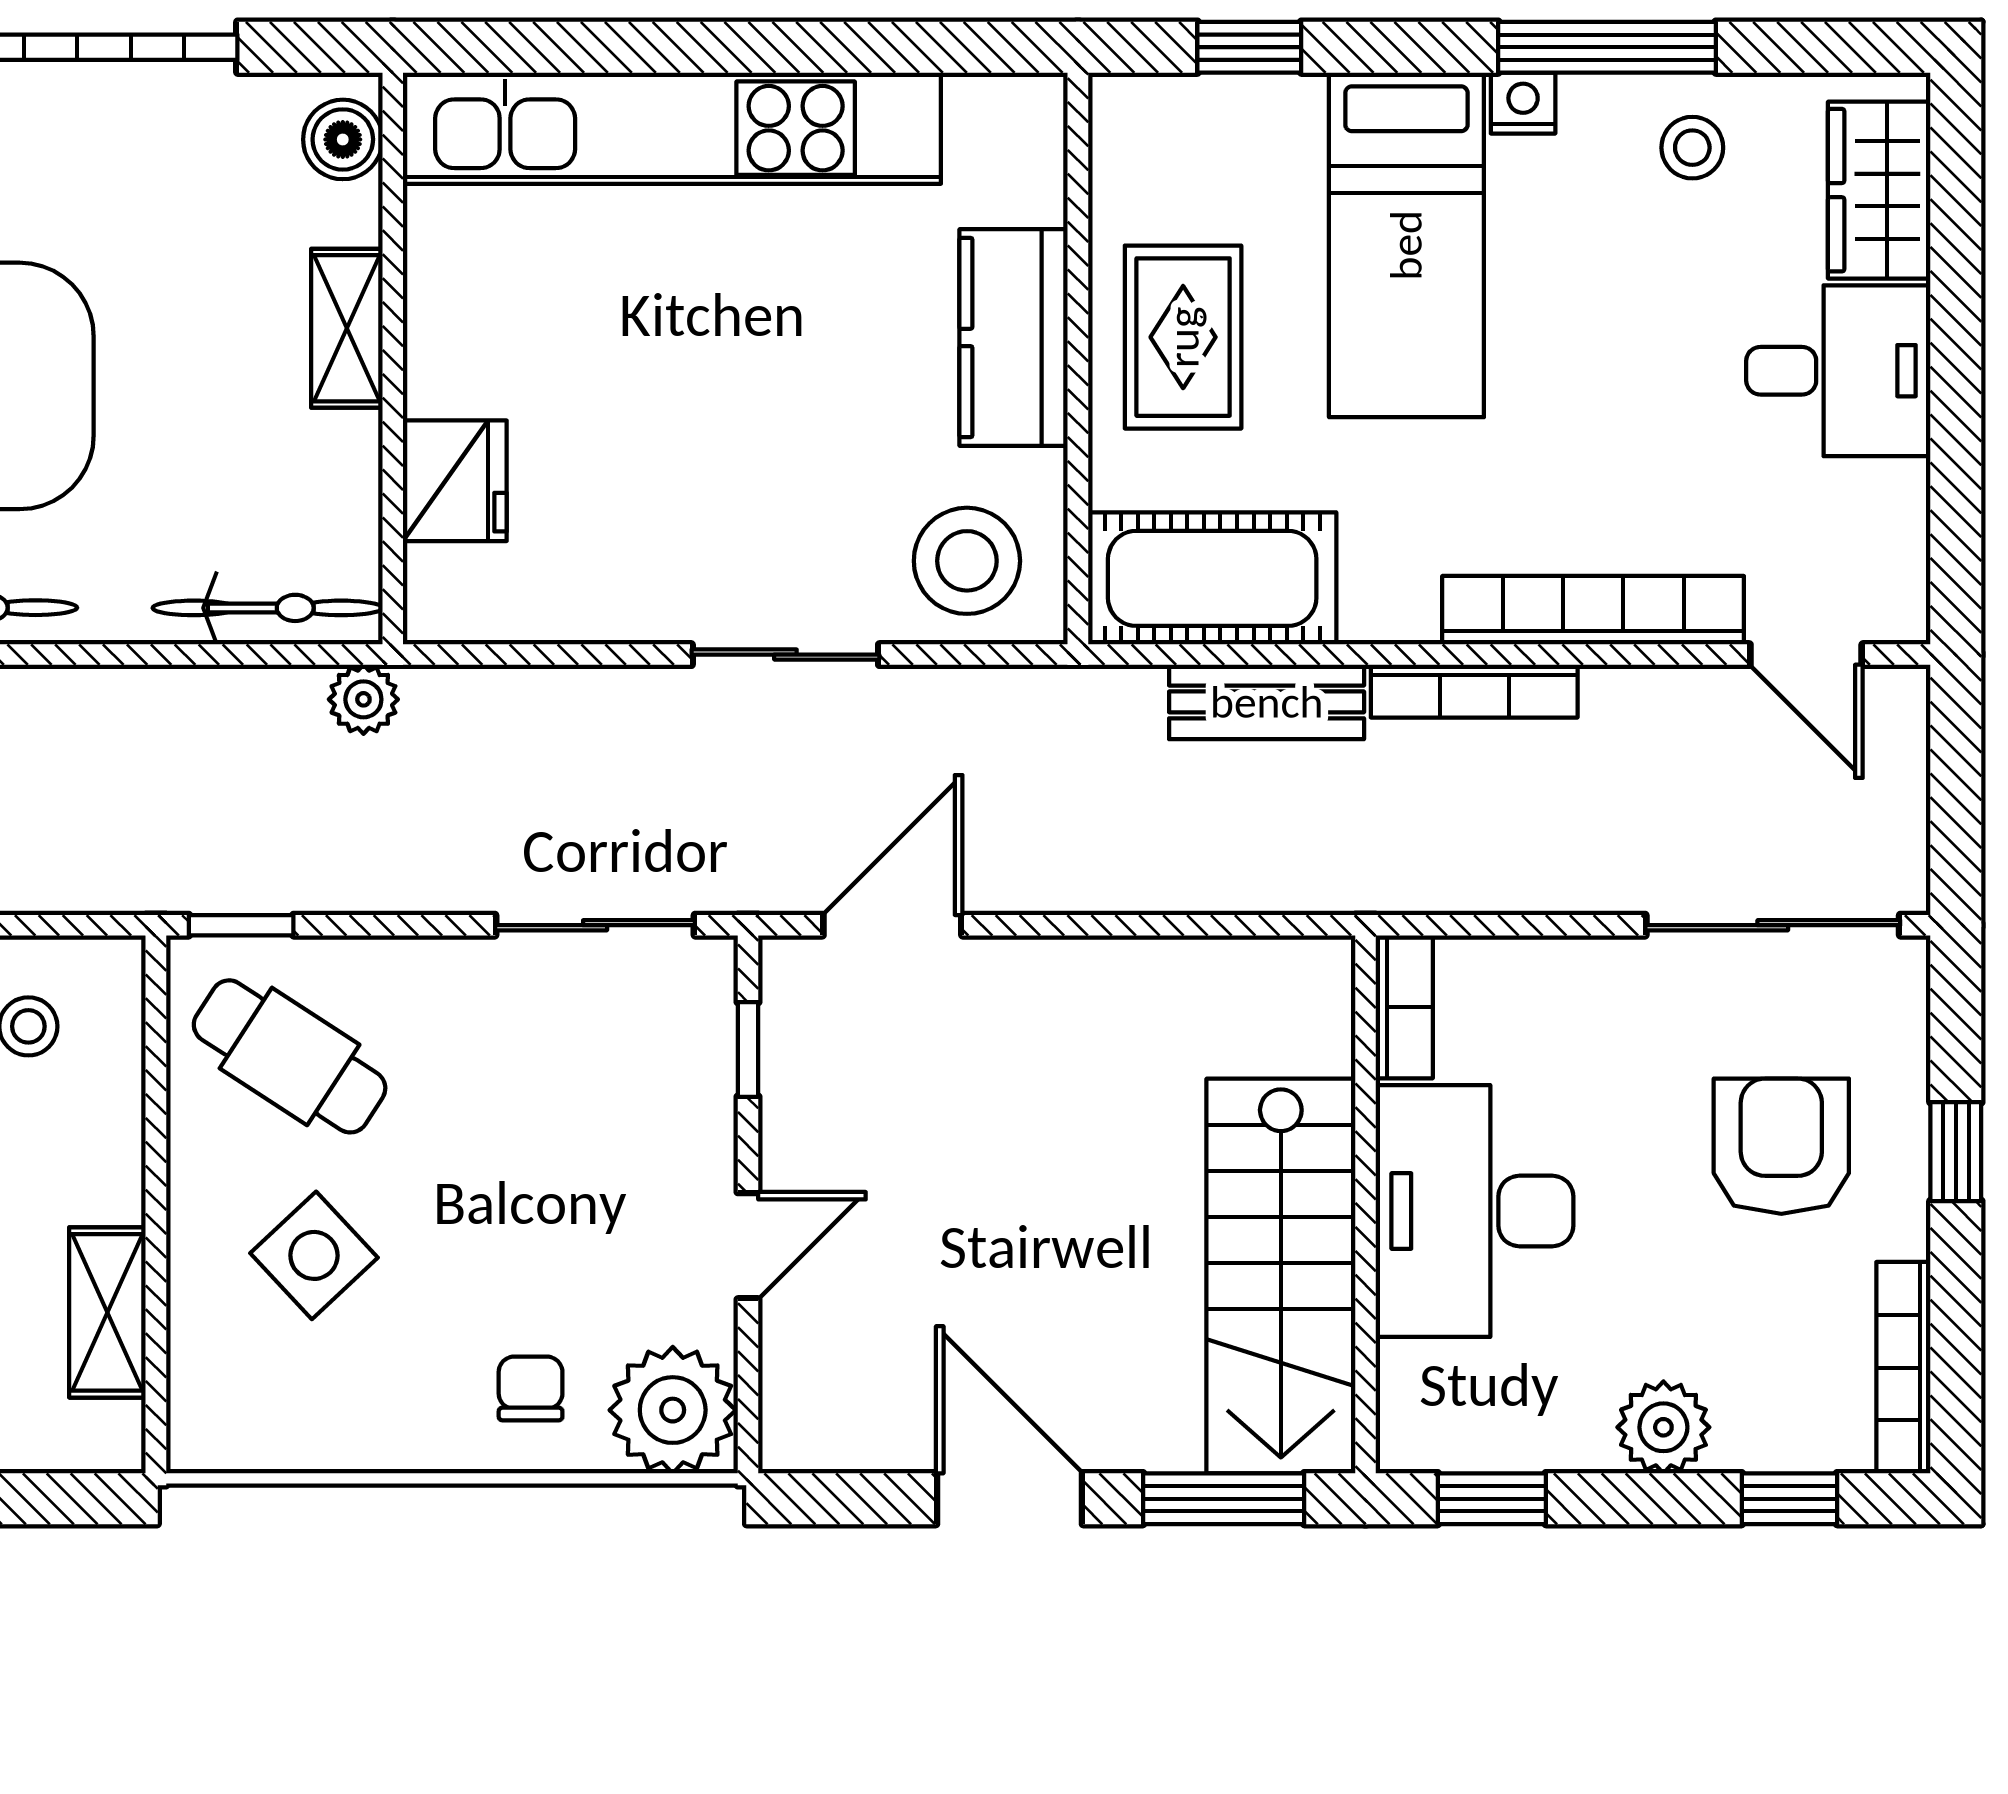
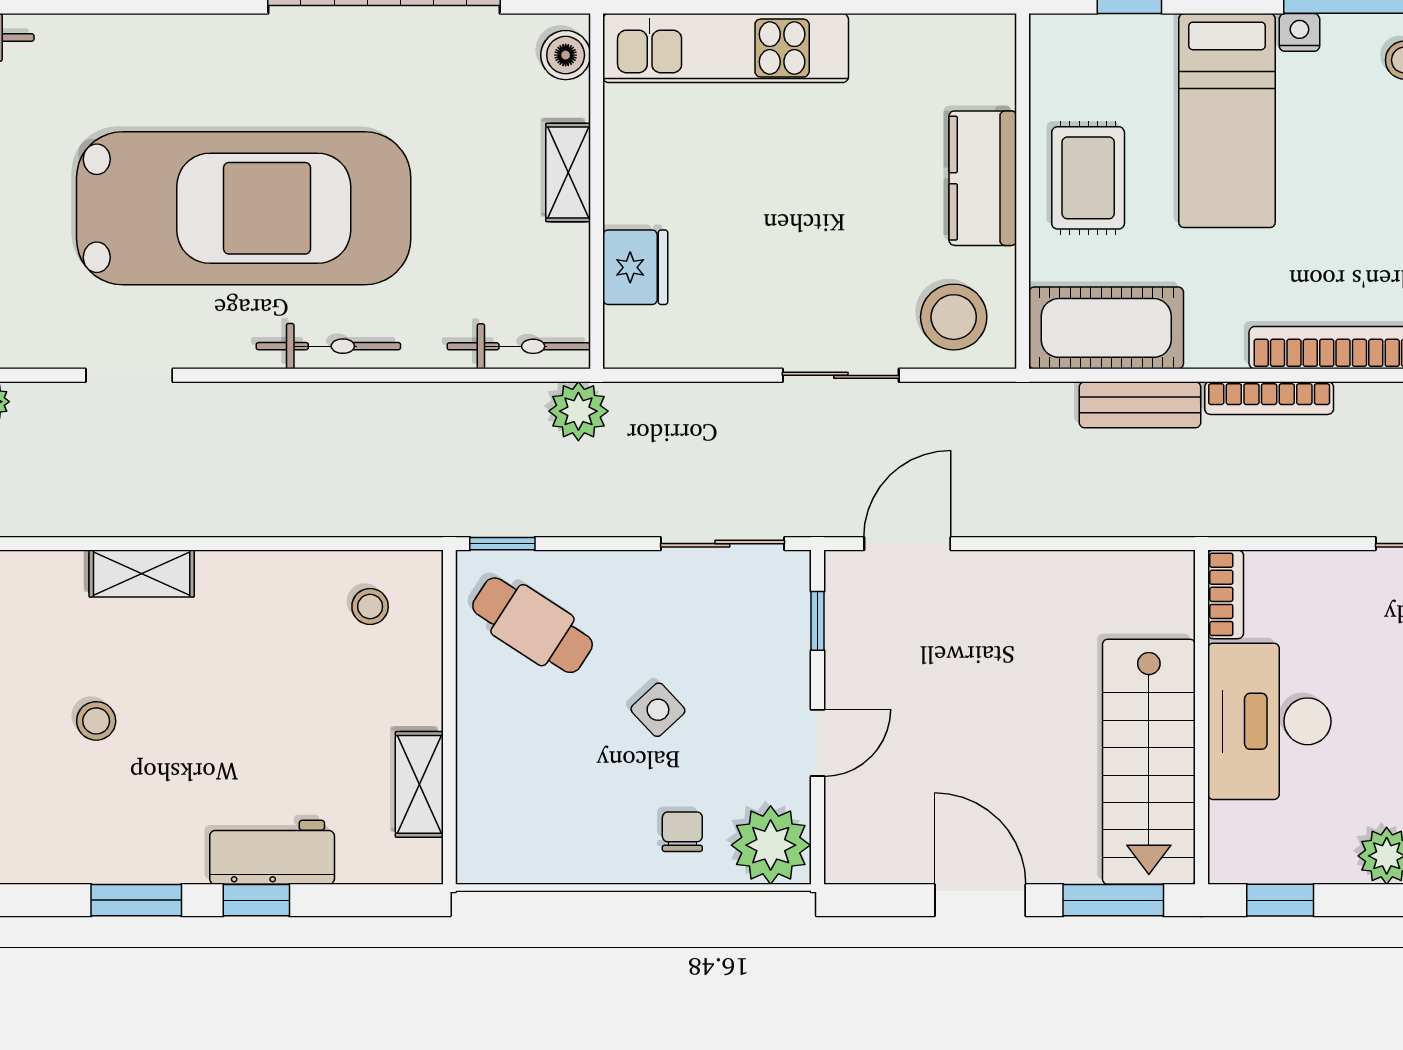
kitchen unit: (672, 128) -> (726, 48), width x0.73
plant: (363, 699) -> (578, 411), width x1.38, depth x1.38
side table: (314, 1255) -> (658, 710), moved, width x0.73, depth x0.73

